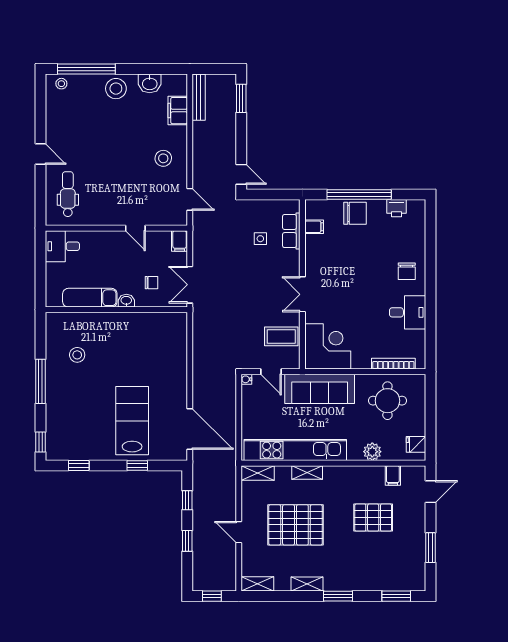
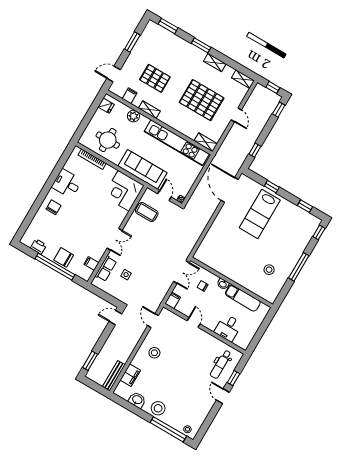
door: (241, 174) -> (115, 318), hinge flipped
window: (40, 186) -> (234, 378), added
desk: (62, 246) -> (228, 328), moved, turned 90
double door: (302, 294) -> (115, 239), moved
shelving: (307, 472) -> (149, 110), moved
window: (187, 541) -> (279, 110), moved

